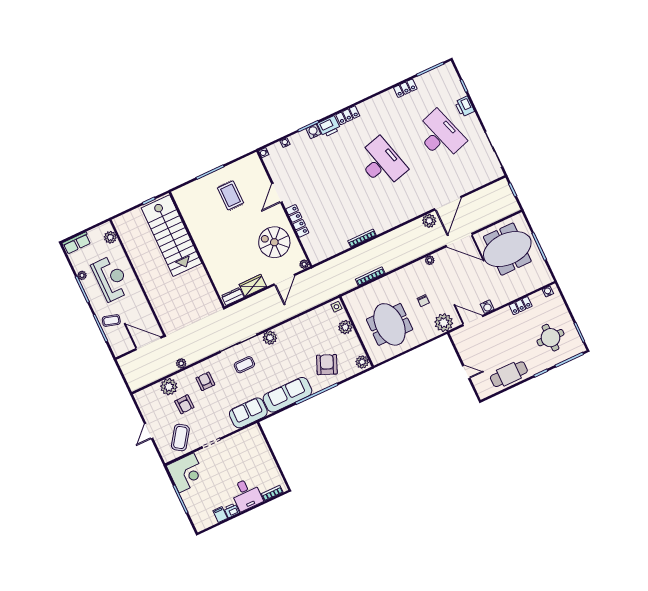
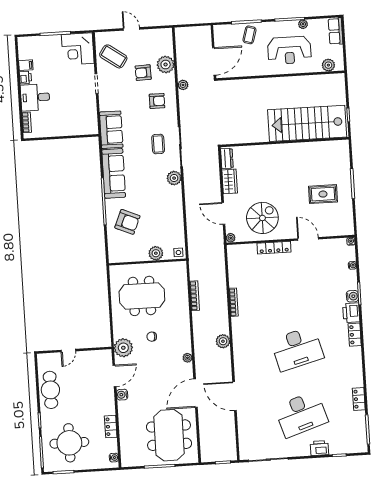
plant: (429, 221) -> (223, 341), moved
round table: (550, 338) -> (69, 443), width x1.36, depth x1.36
plant: (362, 362) -> (117, 256), removed

